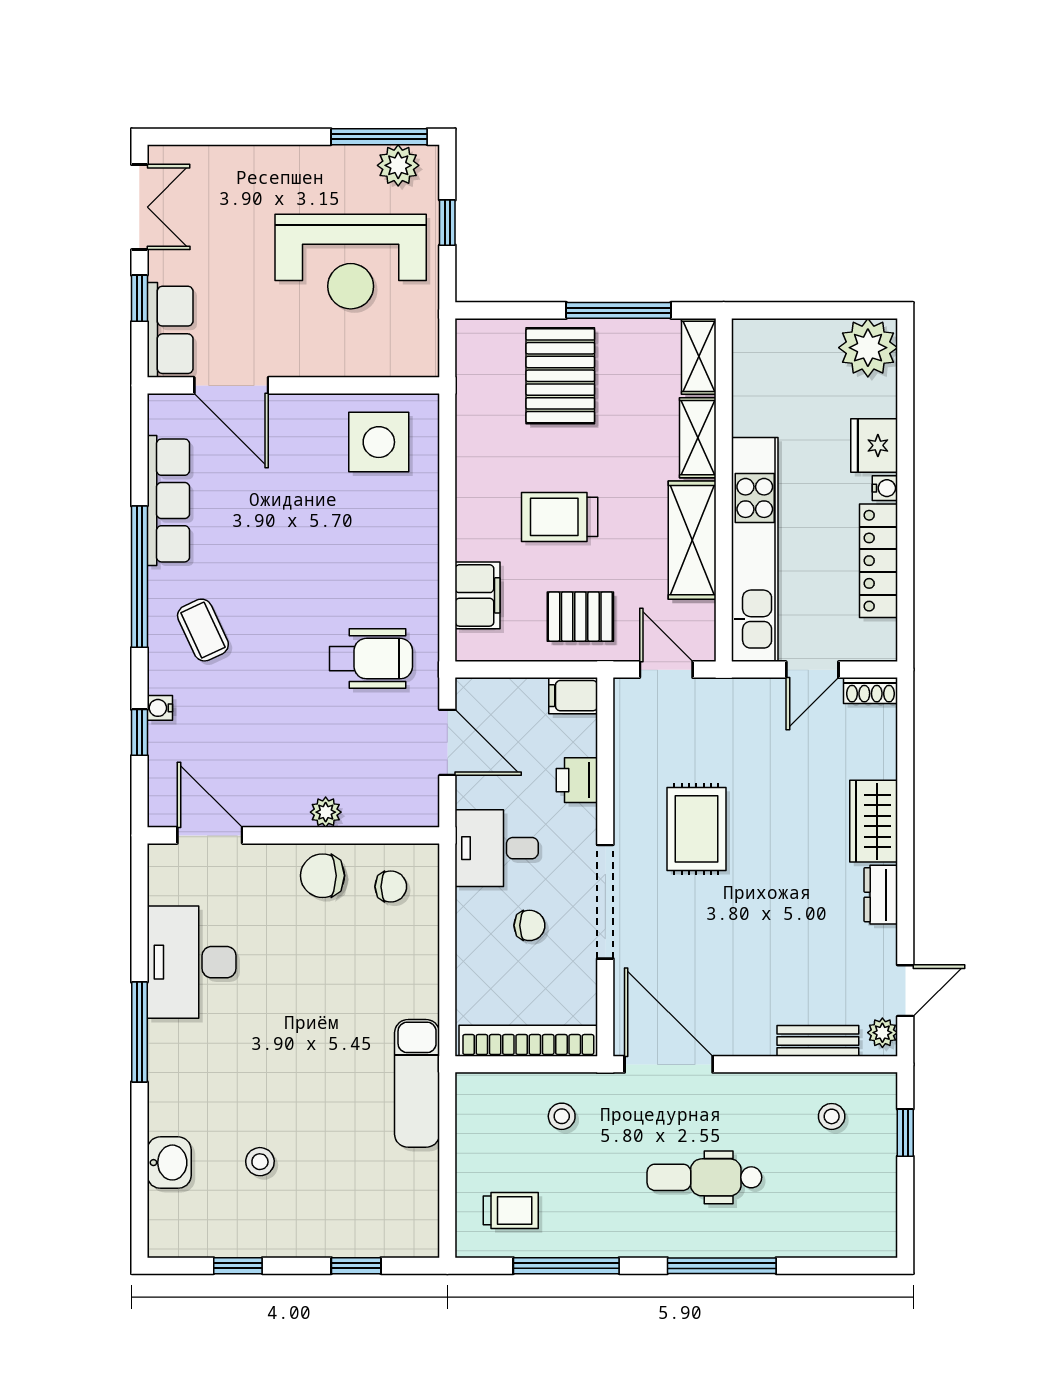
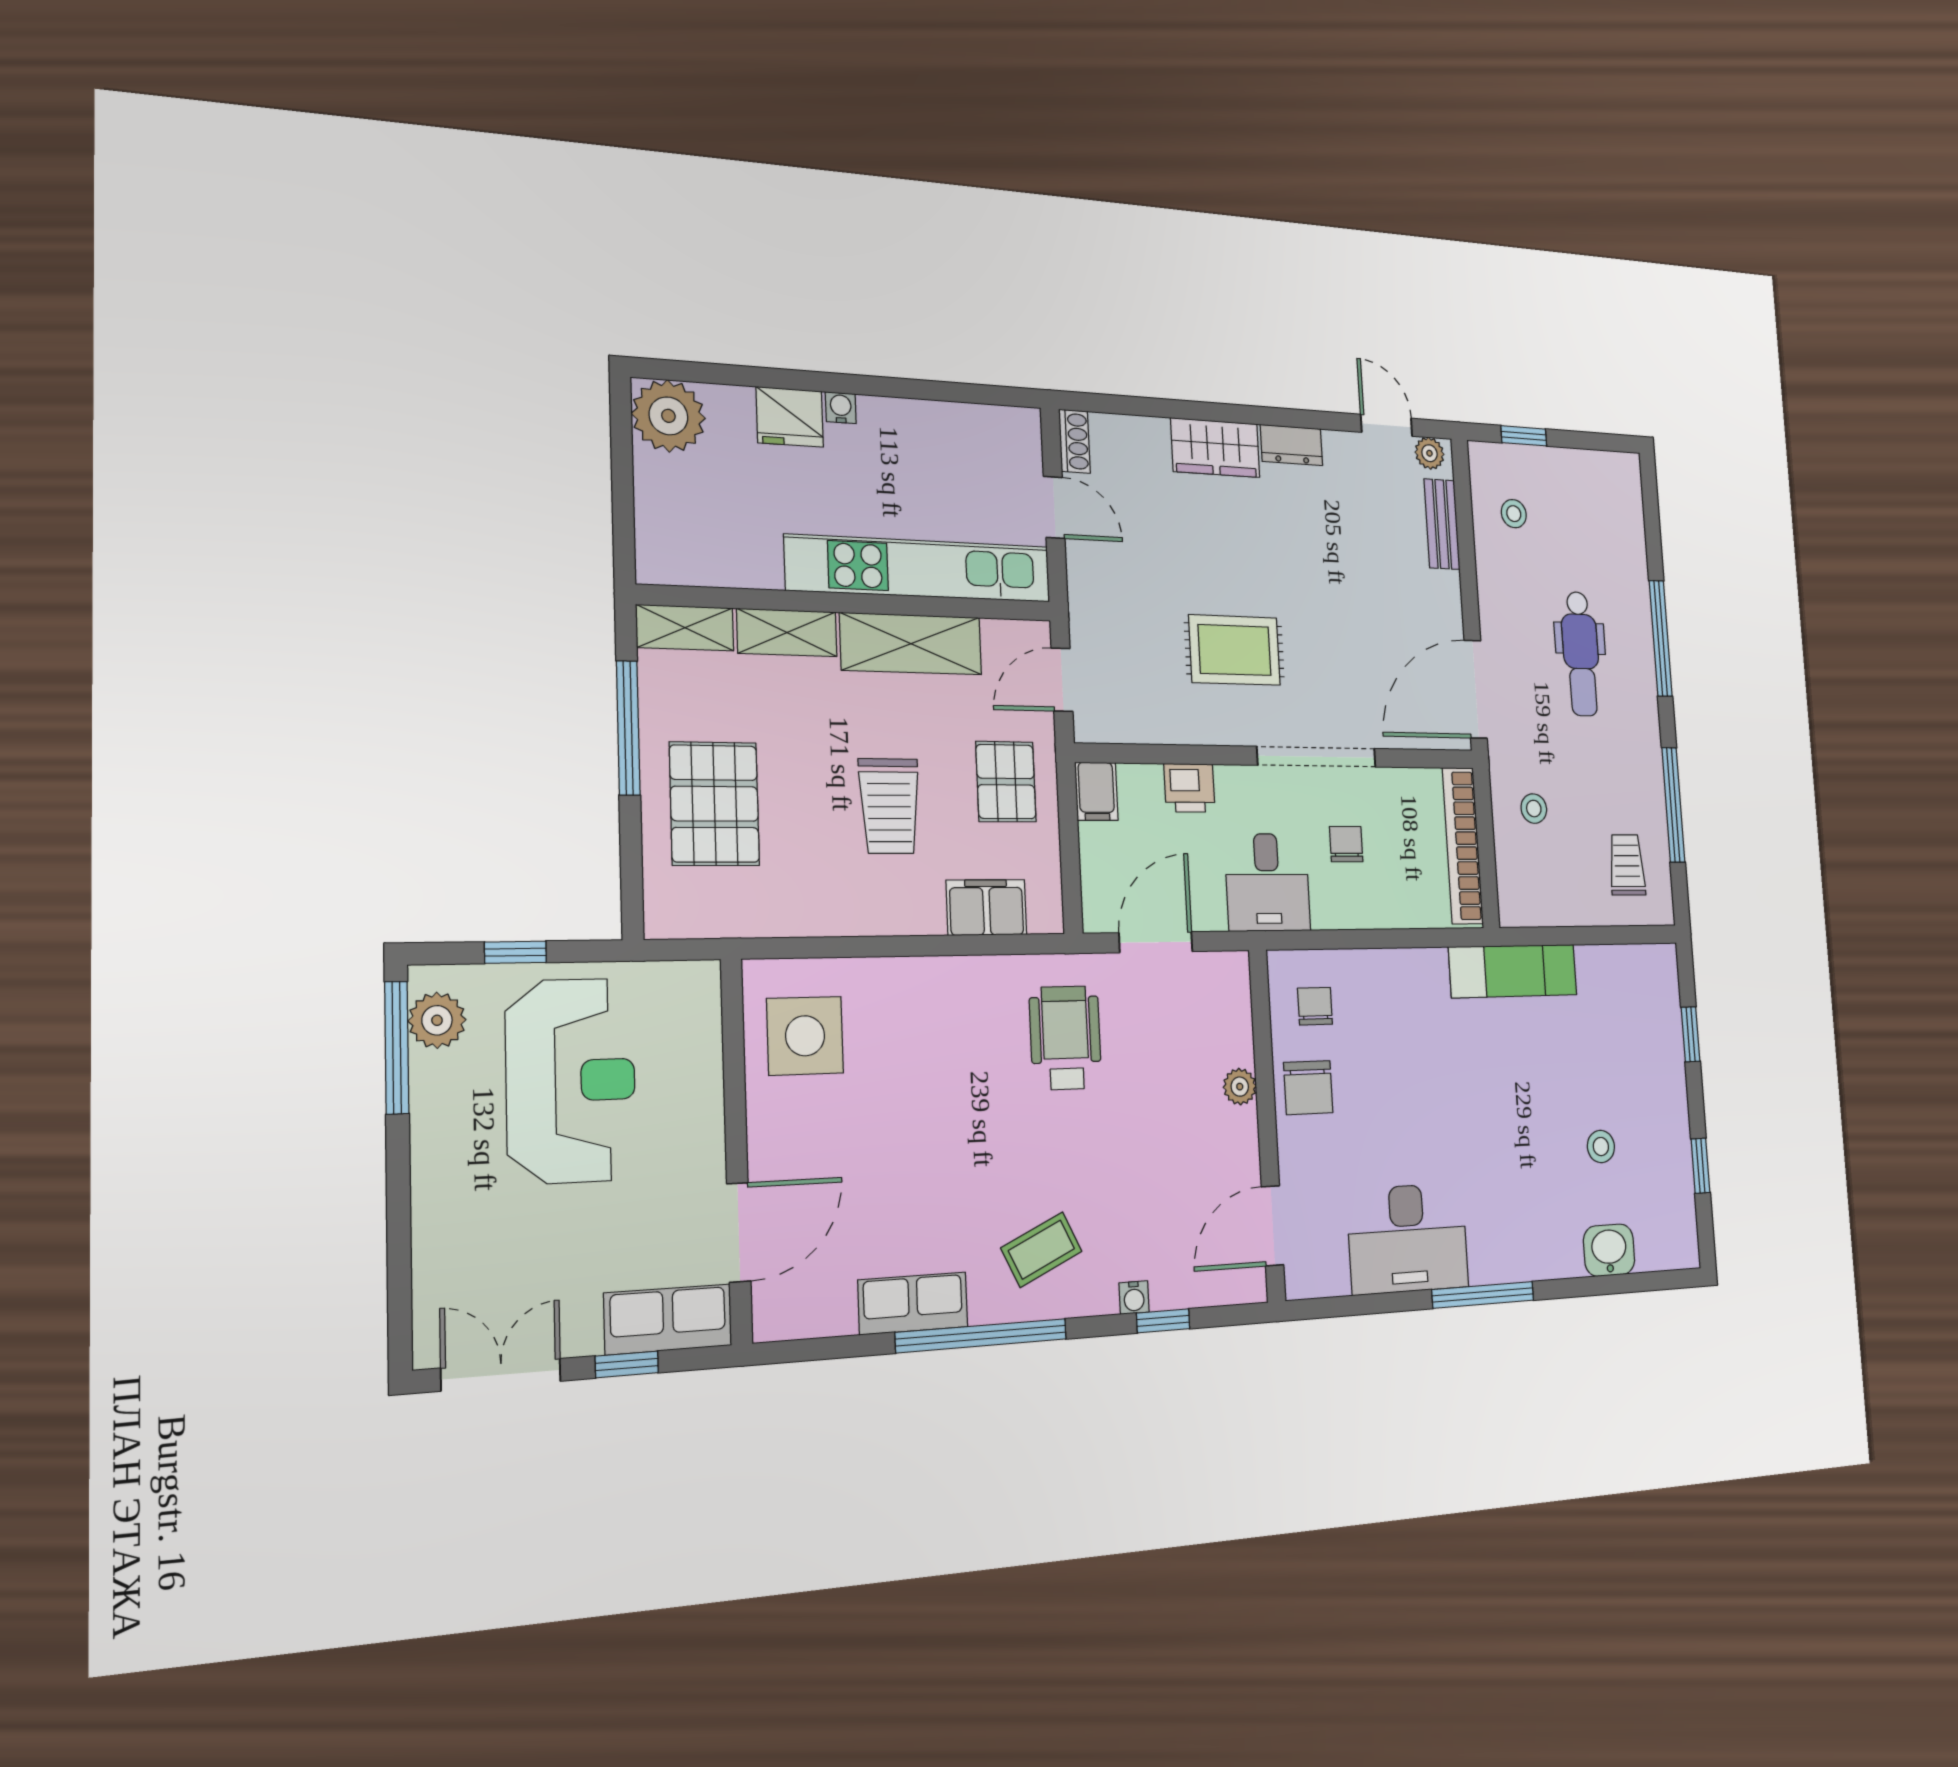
pallet: (560, 376) -> (714, 804), turned 90
row of seats: (168, 500) -> (913, 1303), width x0.68
locker: (879, 561) -> (927, 421), removed

